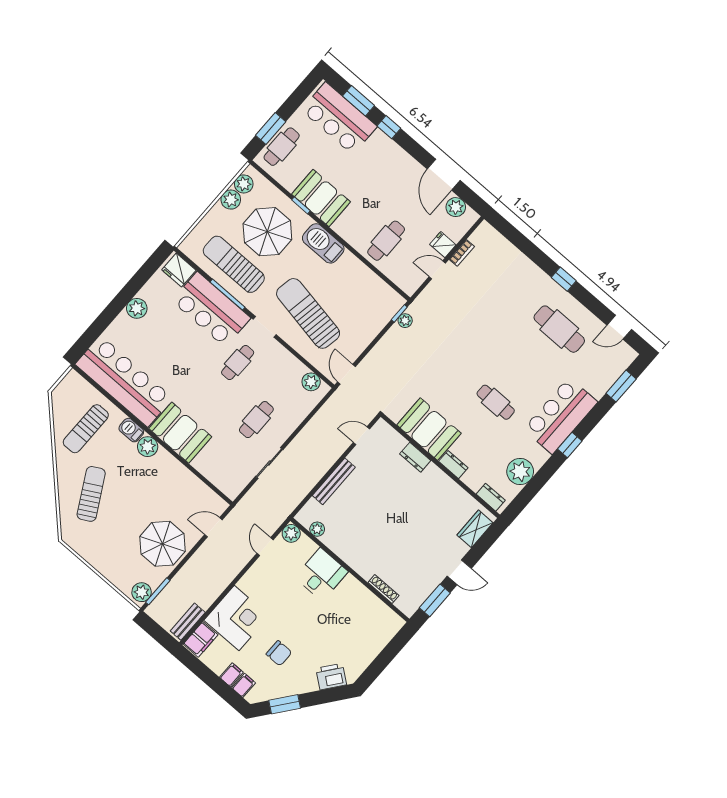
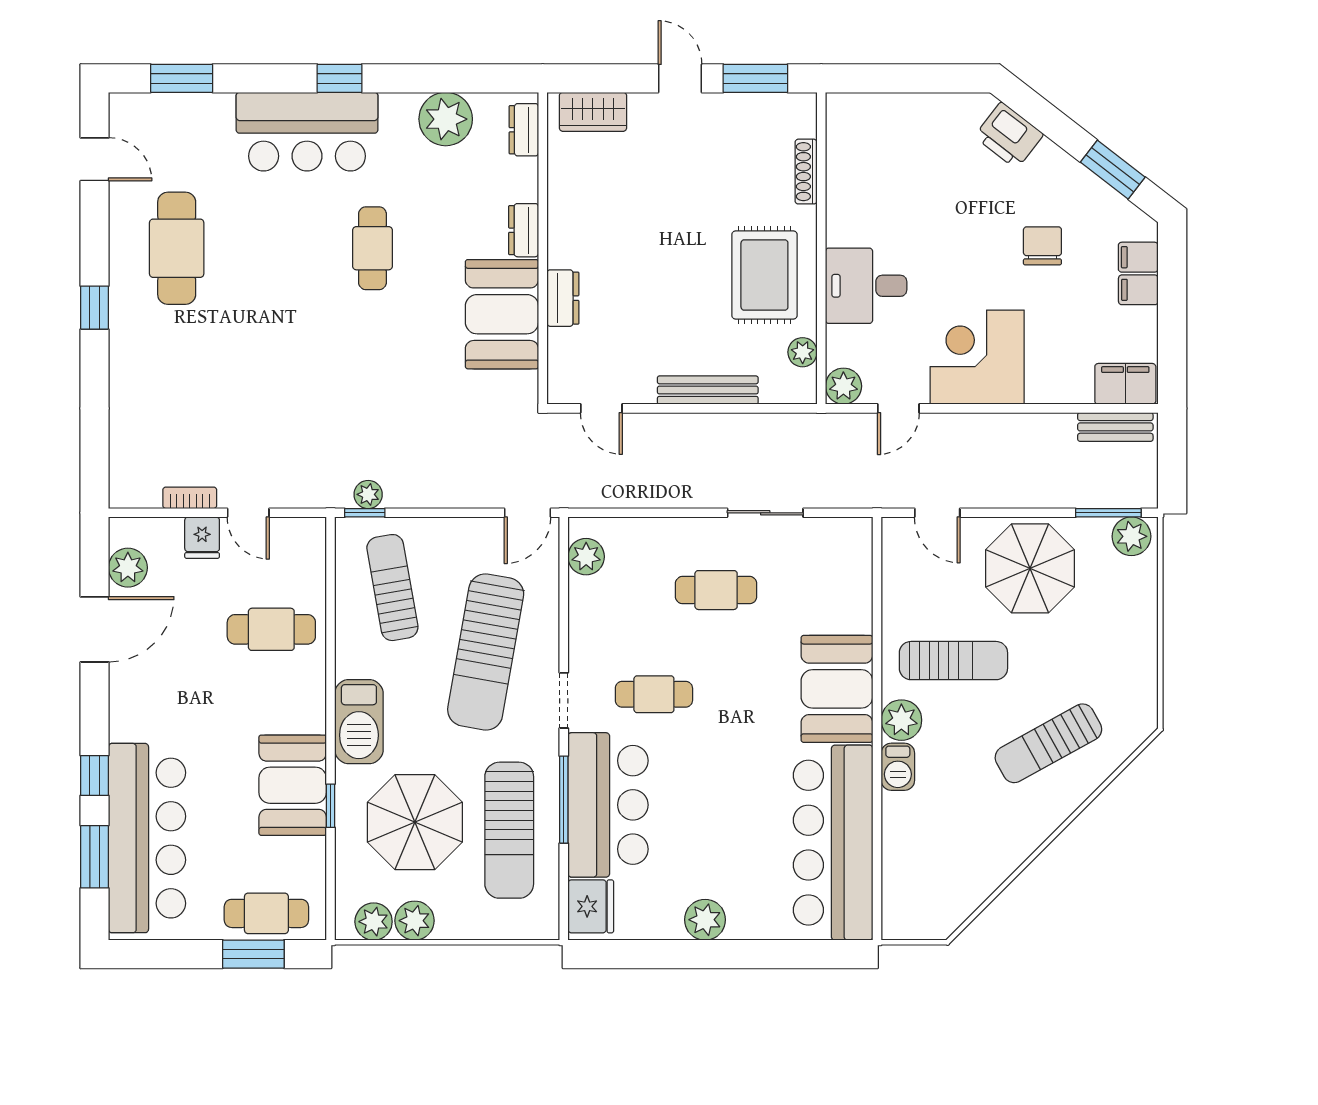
bar counter: (339, 118) -> (147, 838), width x1.36
sun lounger: (362, 299) -> (392, 588), added
sun lounger: (86, 429) -> (953, 661), moved
rug: (358, 540) -> (764, 275), added
corner desk: (237, 618) -> (977, 357), moved

